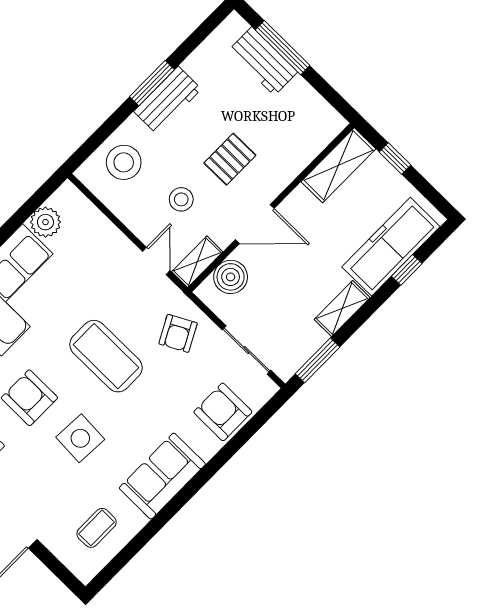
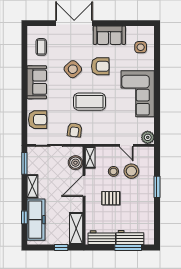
window: (152, 83) -> (157, 187), moved
workbench: (168, 100) -> (102, 238), moved, turned 90
pallet: (230, 159) -> (111, 198), turned 90
stool: (124, 162) -> (131, 171), moved
plant: (45, 222) -> (148, 137), moved
door: (156, 261) -> (126, 145), moved
armchair: (178, 333) -> (75, 130), turned -145
side table: (80, 438) -> (73, 69), turned 45

